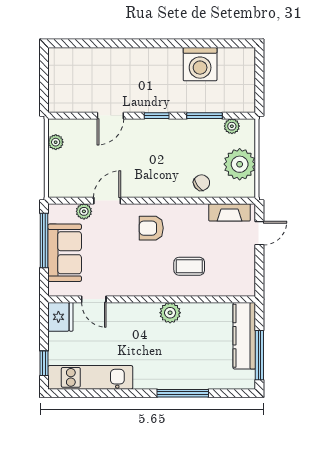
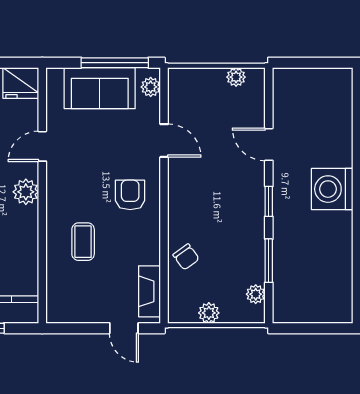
washing machine: (200, 64) -> (332, 189), moved
plant: (240, 164) -> (209, 313), width x0.53, depth x0.53
plant: (84, 211) -> (151, 87), moved
door: (94, 299) -> (42, 146), moved
plant: (170, 313) -> (26, 192), moved

